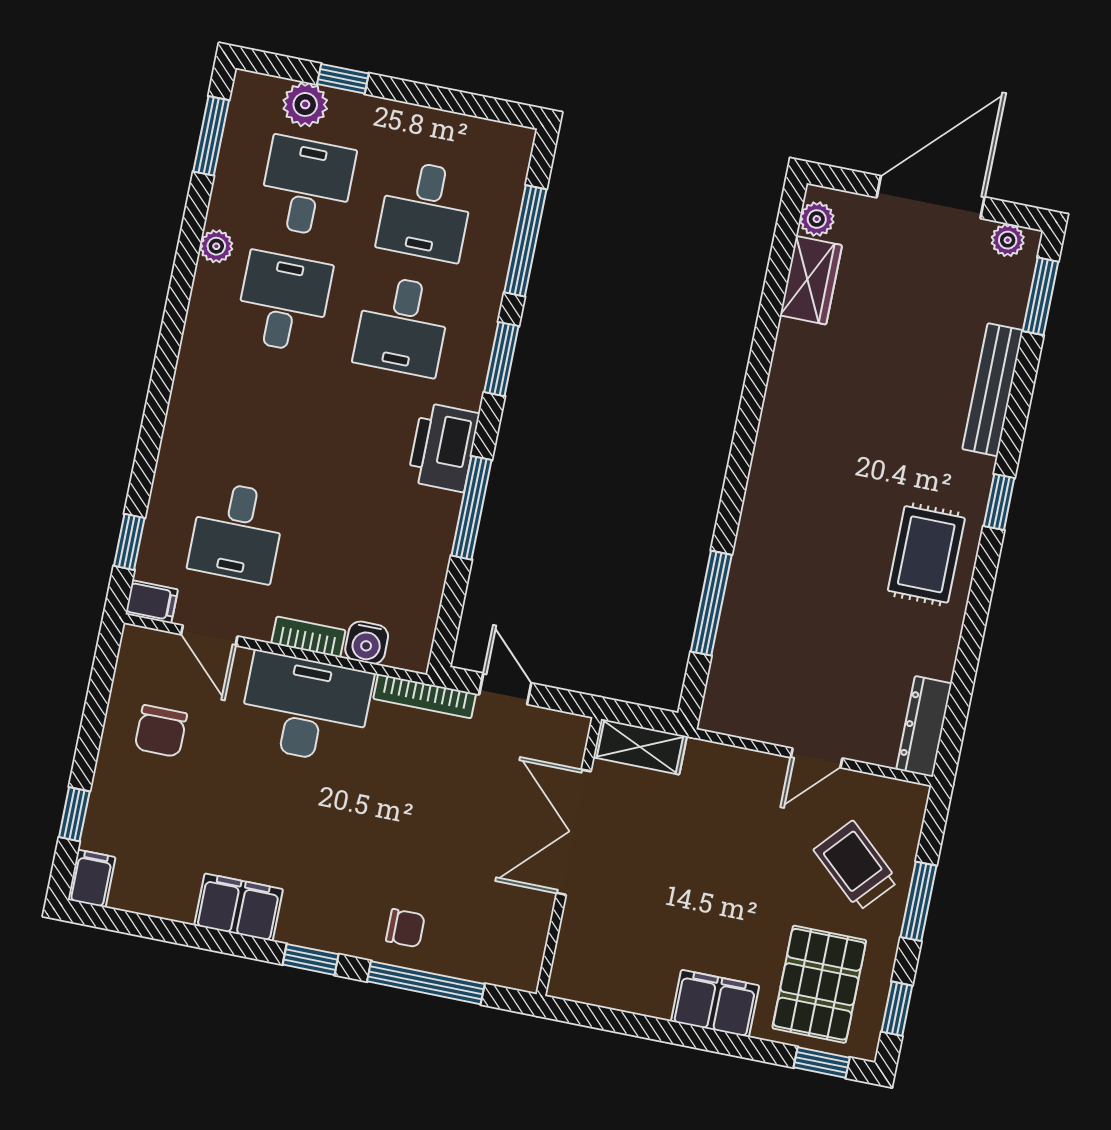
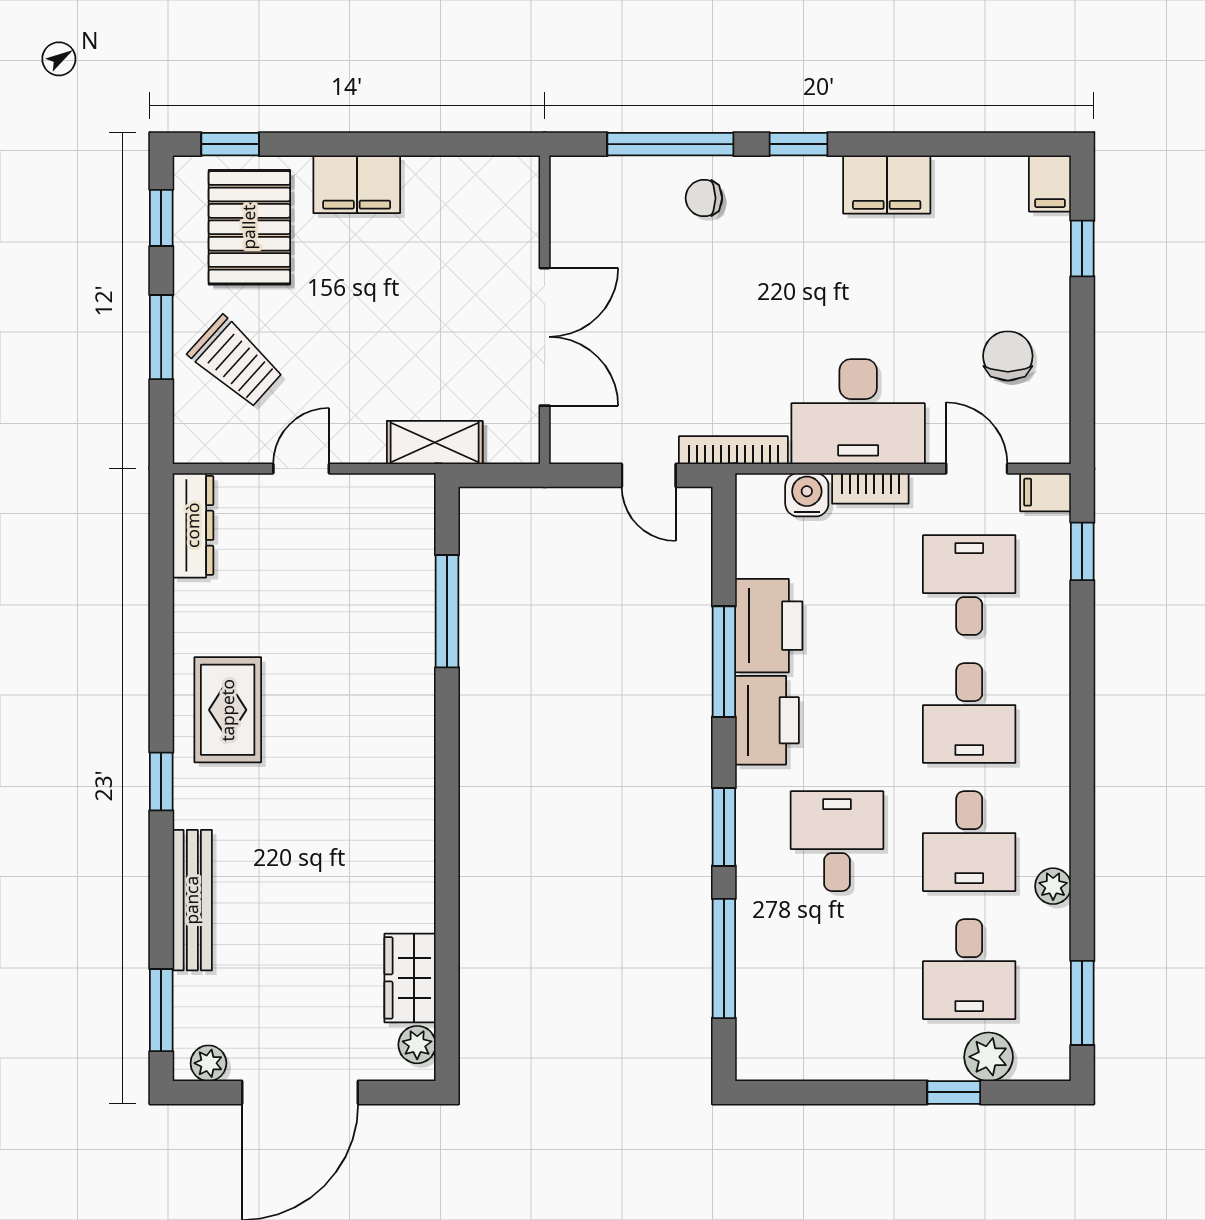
desk: (426, 211) -> (969, 713), moved, turned 180
printer: (425, 532) -> (769, 626), added
shelving: (640, 747) -> (435, 442), moved

